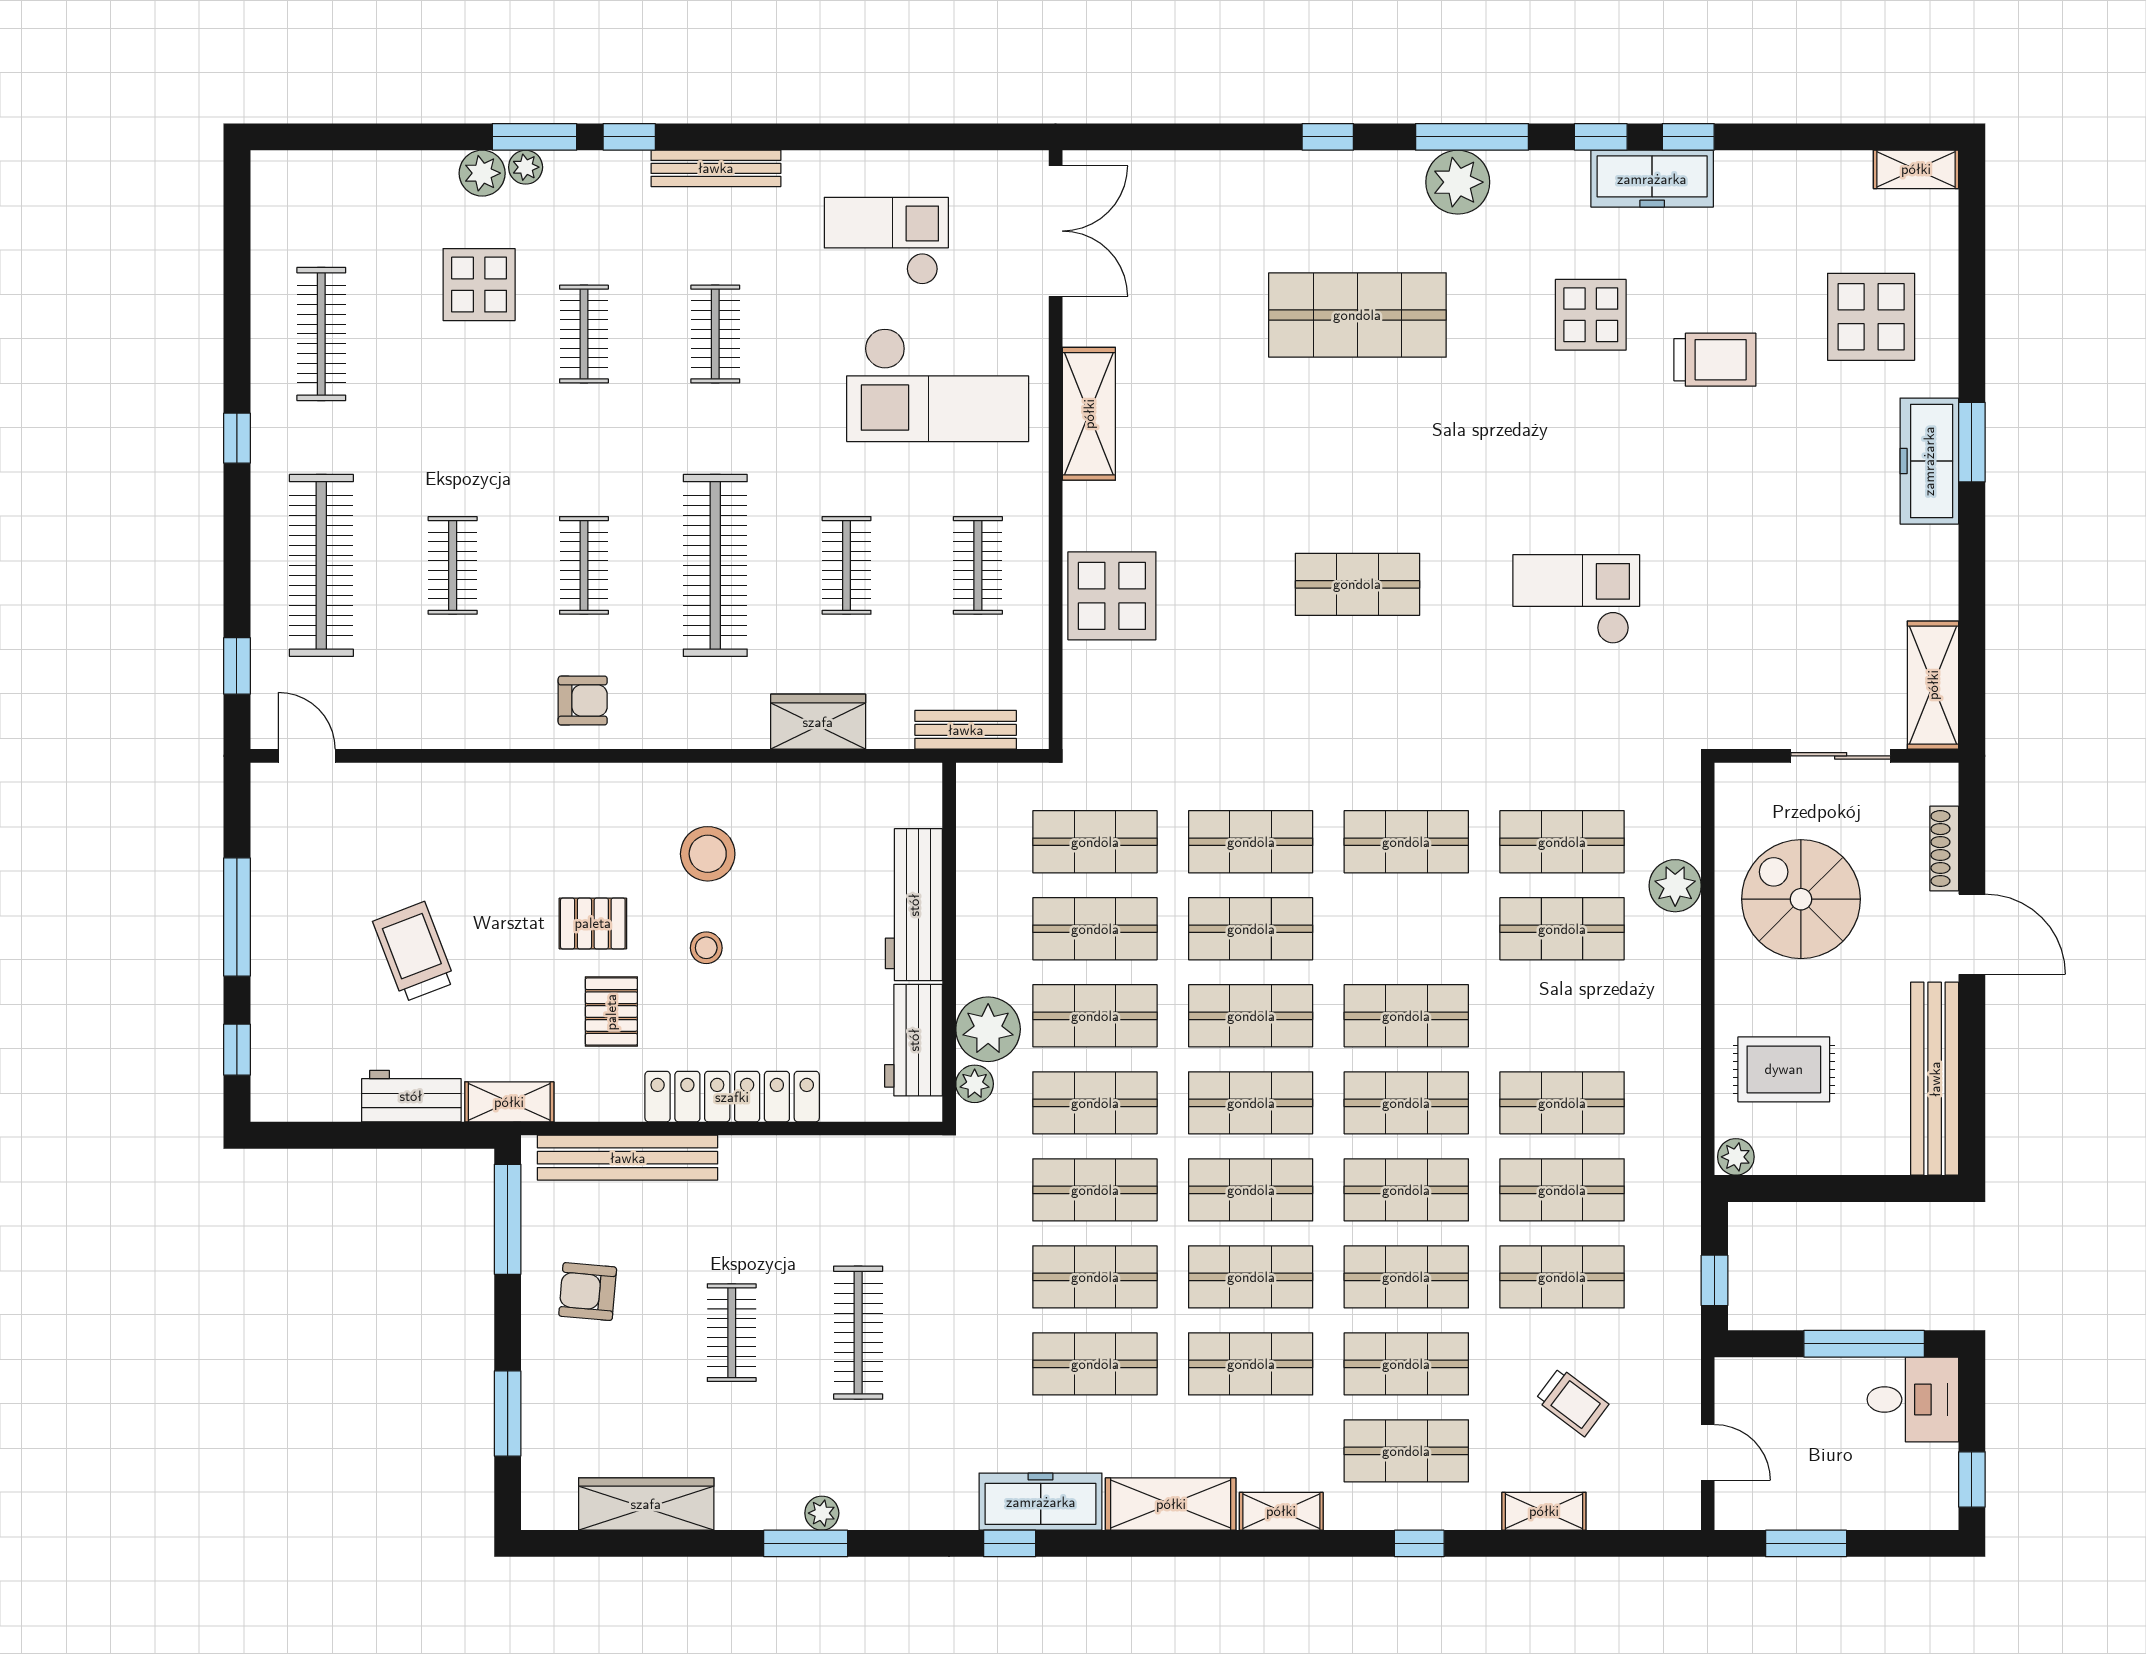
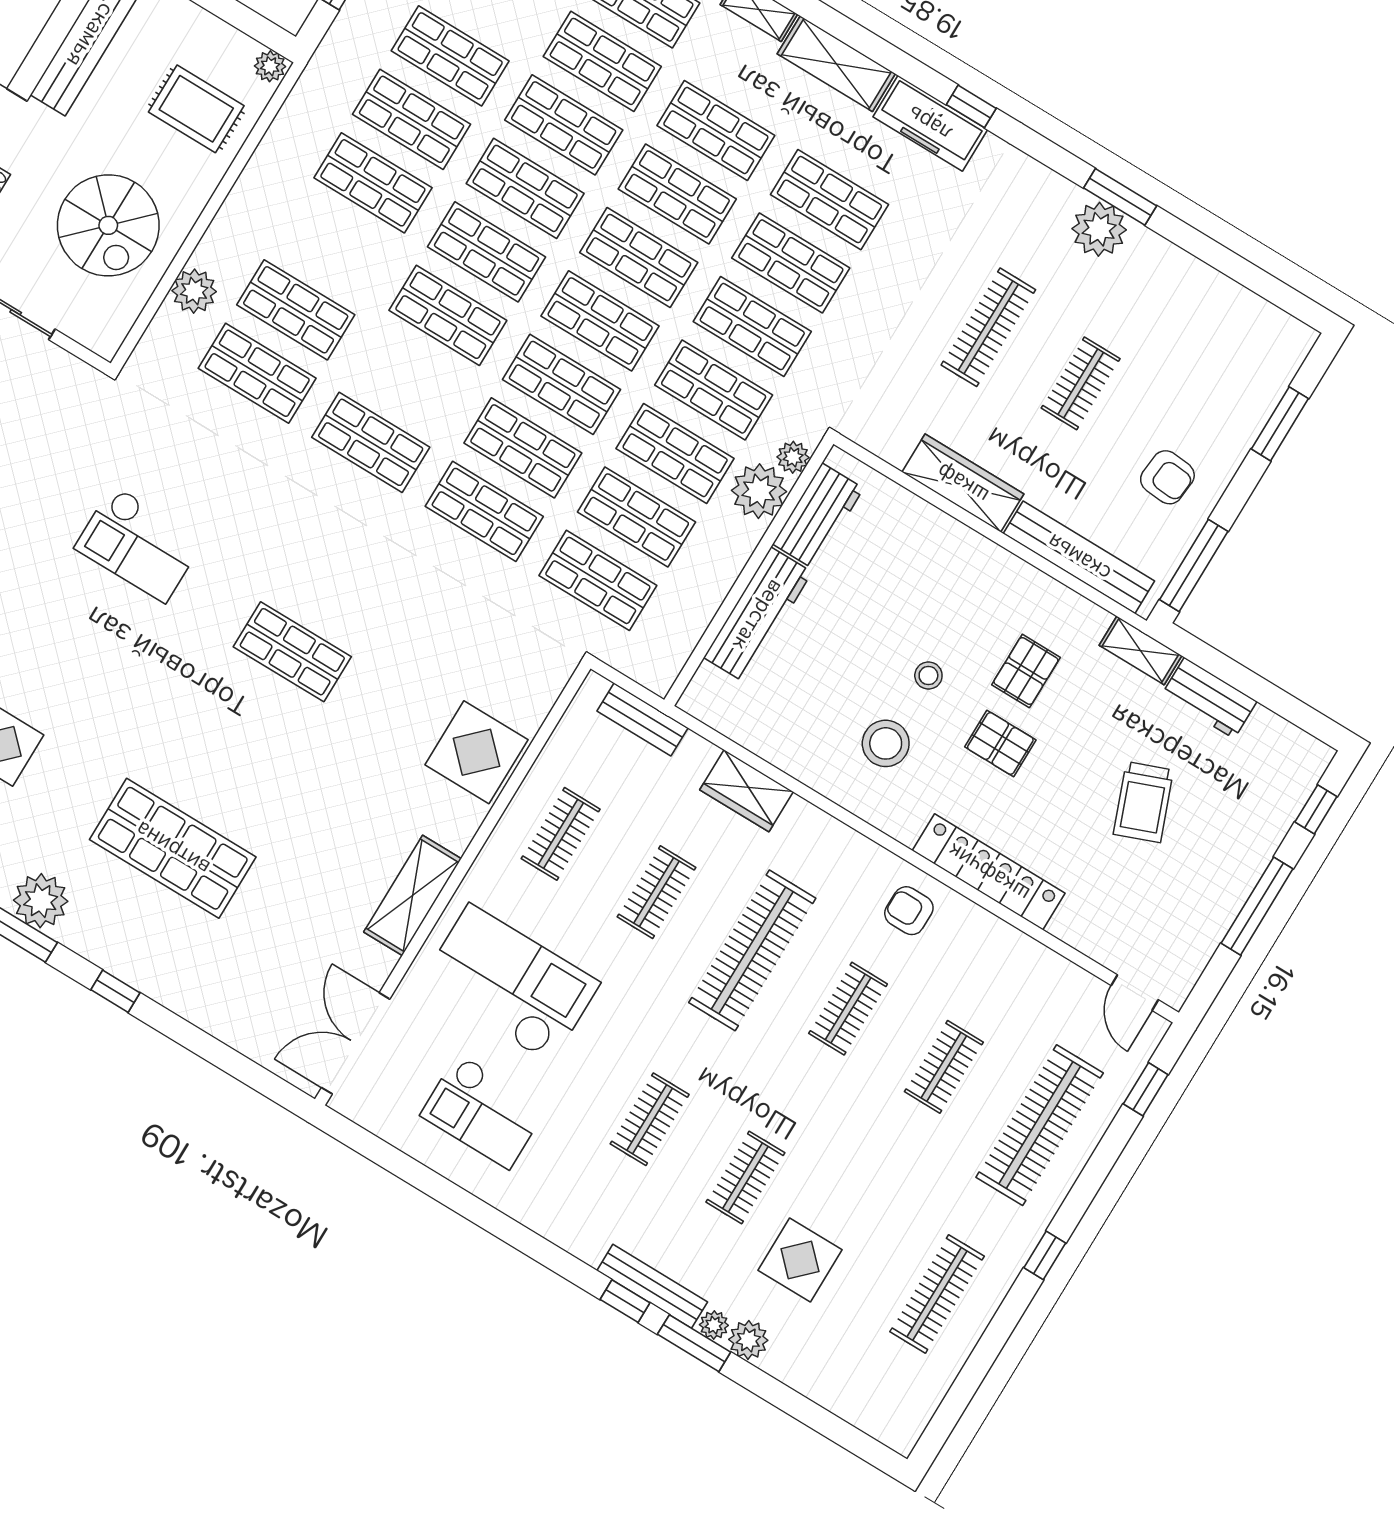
bench: (716, 168) -> (652, 1286), moved
locker: (732, 1097) -> (989, 872), moved, turned 180
wardrobe: (646, 1504) -> (963, 483), moved, turned 180
plant: (822, 1513) -> (1099, 229), width x1.88, depth x1.88

